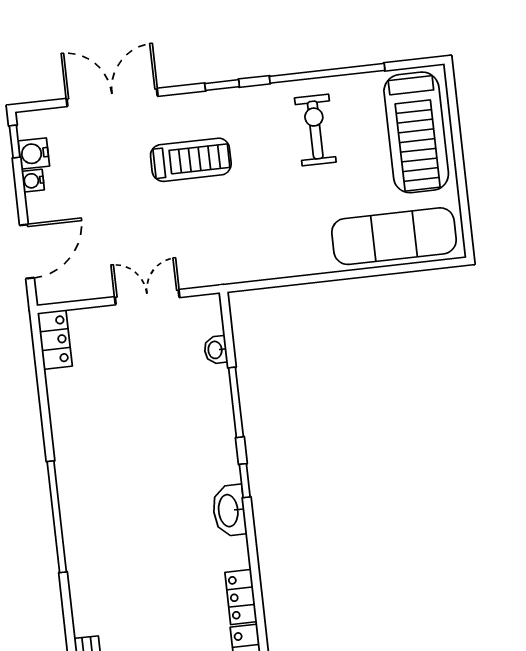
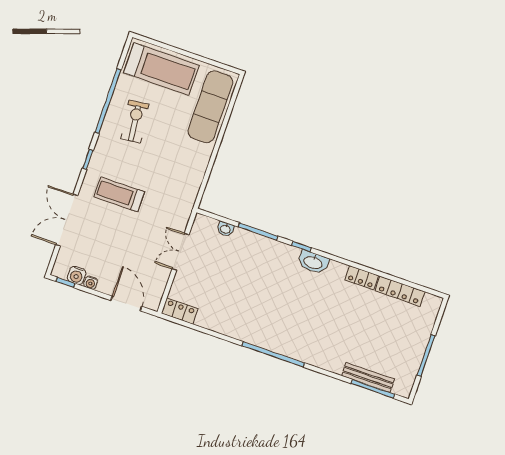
exercise bike: (315, 130) -> (135, 122), turned 83
treadmill: (191, 160) -> (119, 194), turned -90

